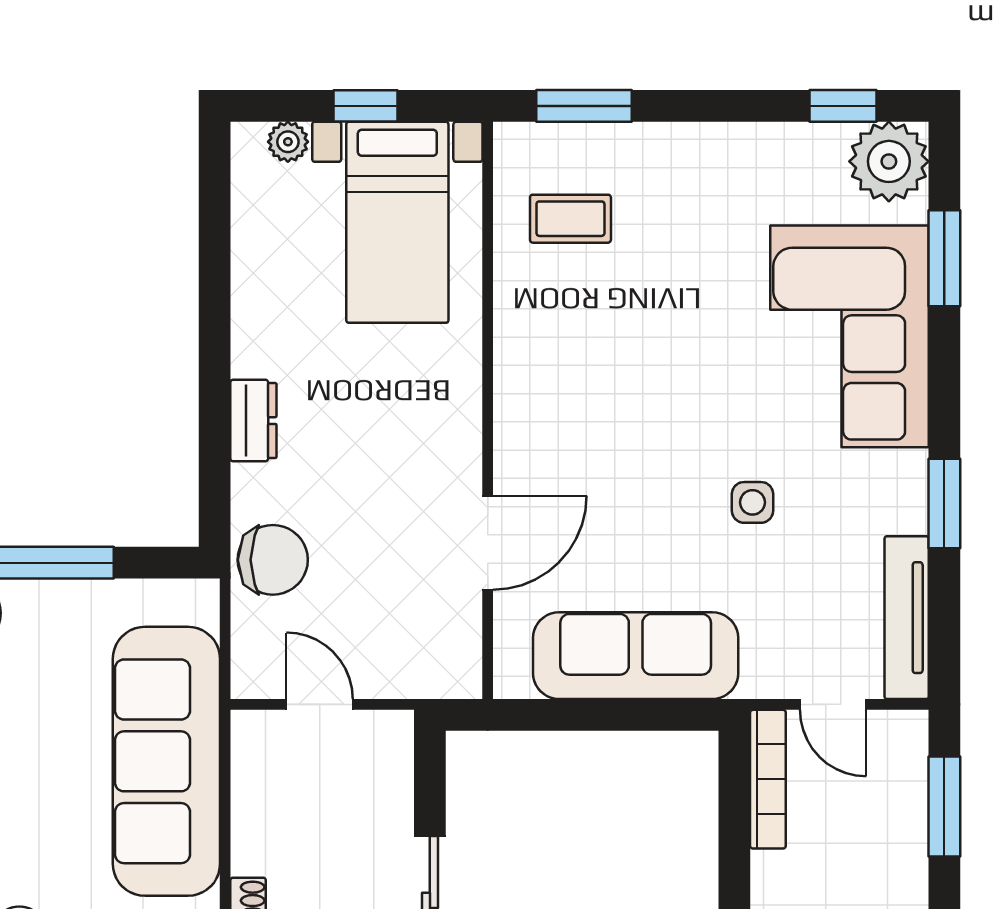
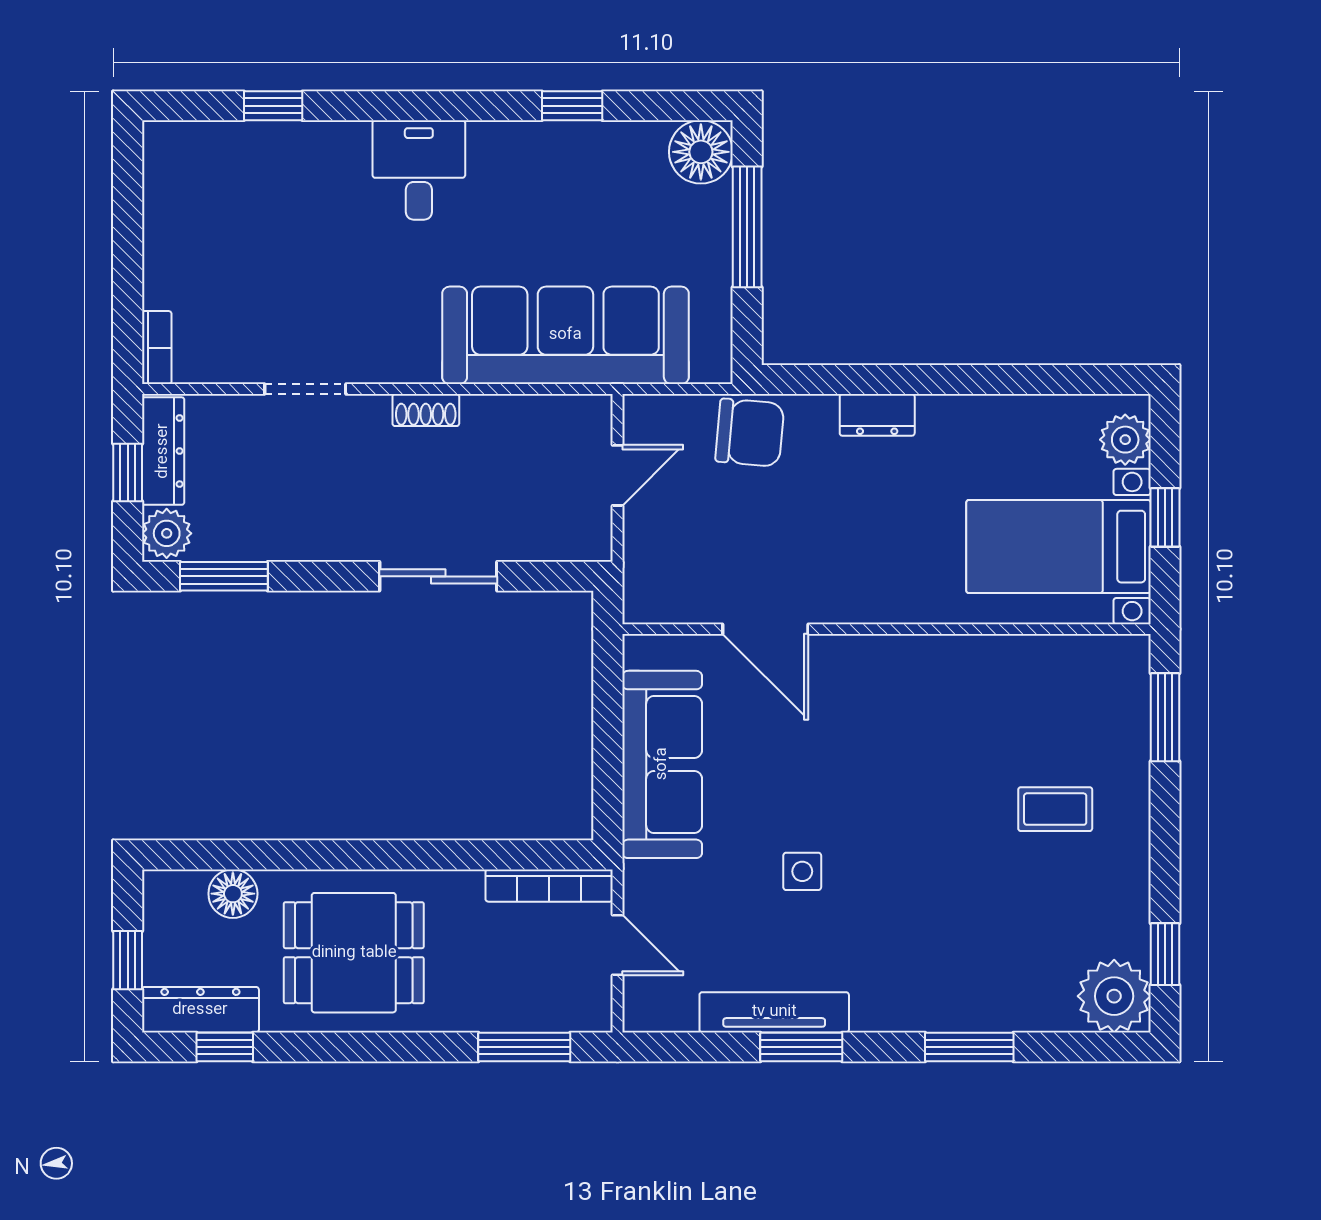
plant: (288, 142) -> (1125, 440), width x1.38, depth x1.38
coffee table: (570, 219) -> (1055, 809), moved, turned 90
window: (944, 258) -> (969, 1047), moved
corner sofa: (850, 336) -> (954, 960), removed
chair: (273, 560) -> (750, 433), turned -85
tv unit: (907, 618) -> (774, 1012), moved
door: (833, 704) -> (617, 945), swing flipped

